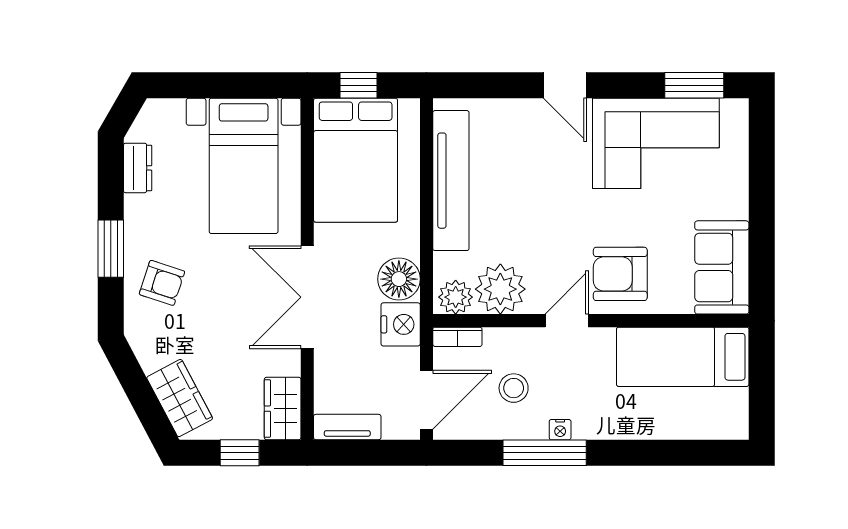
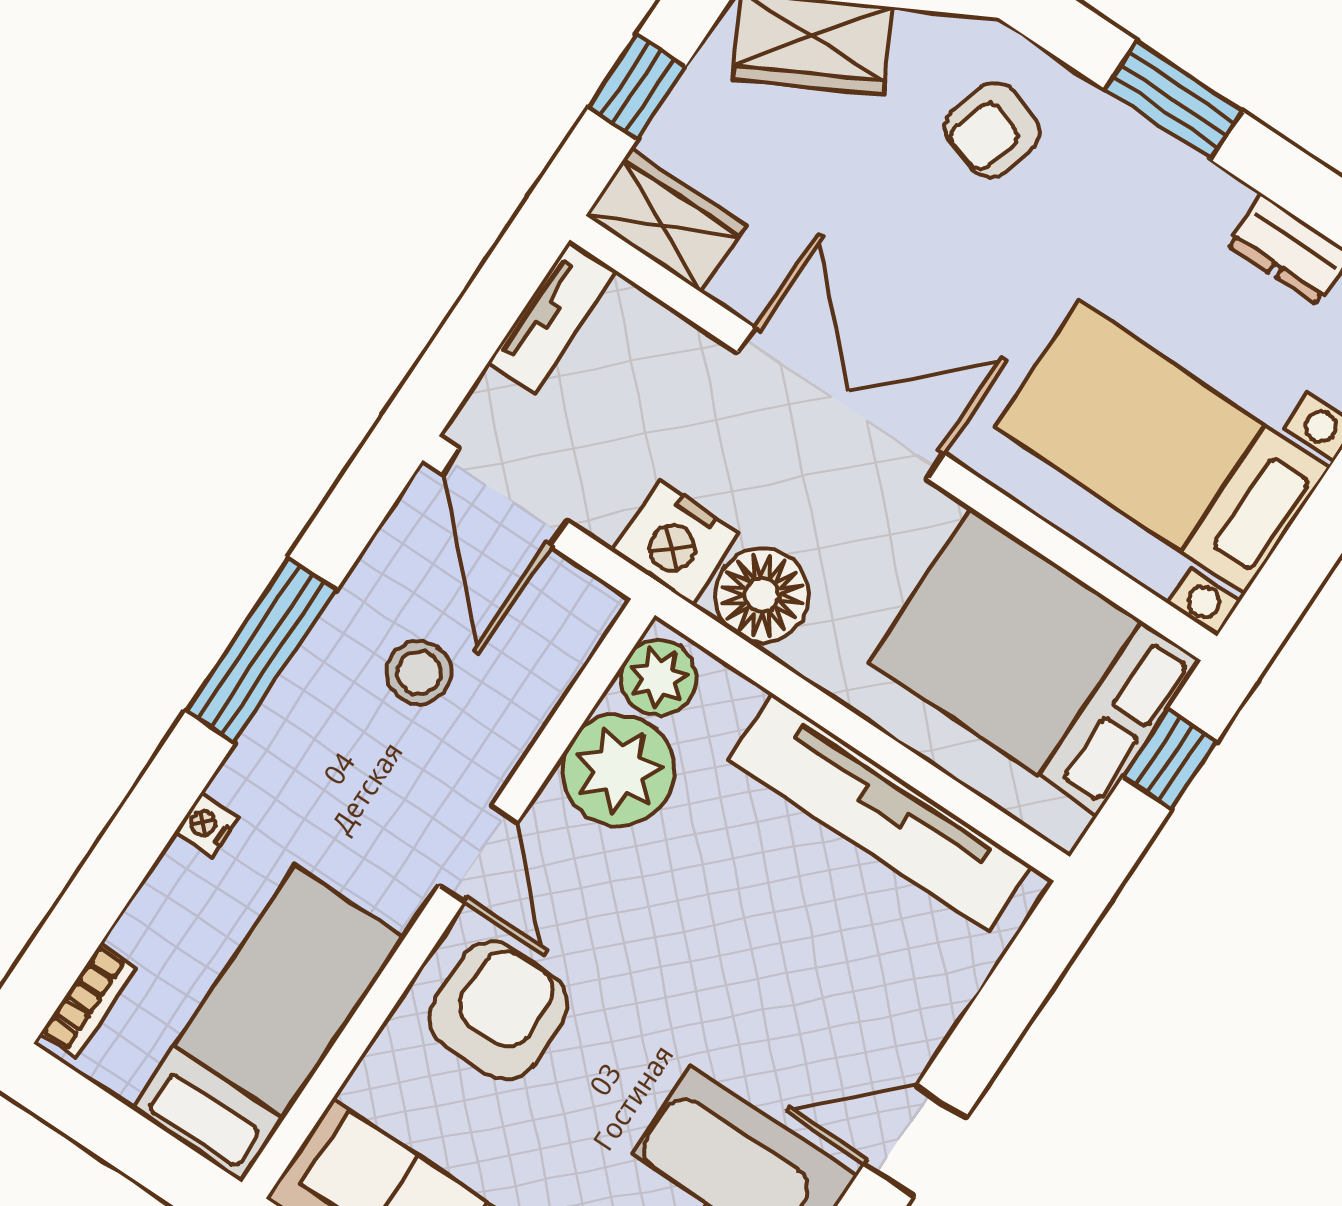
armchair: (162, 283) -> (992, 130), moved
bookcase: (457, 337) -> (88, 1001), moved, turned 180
nightstand: (560, 430) -> (206, 825), moved

